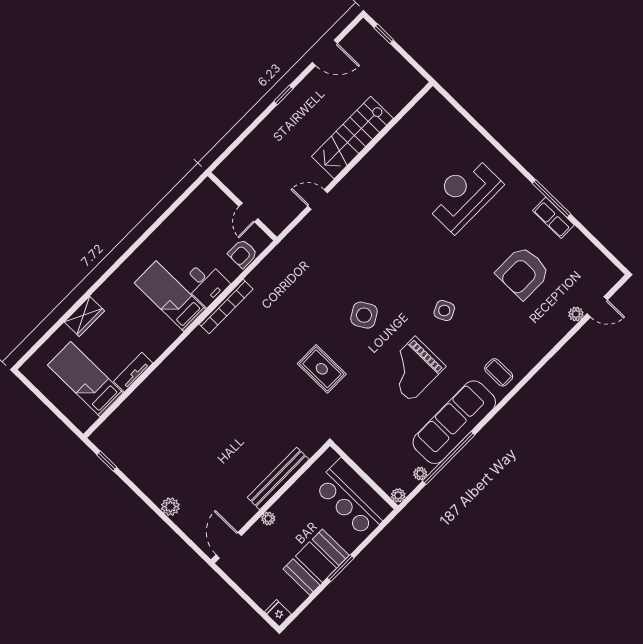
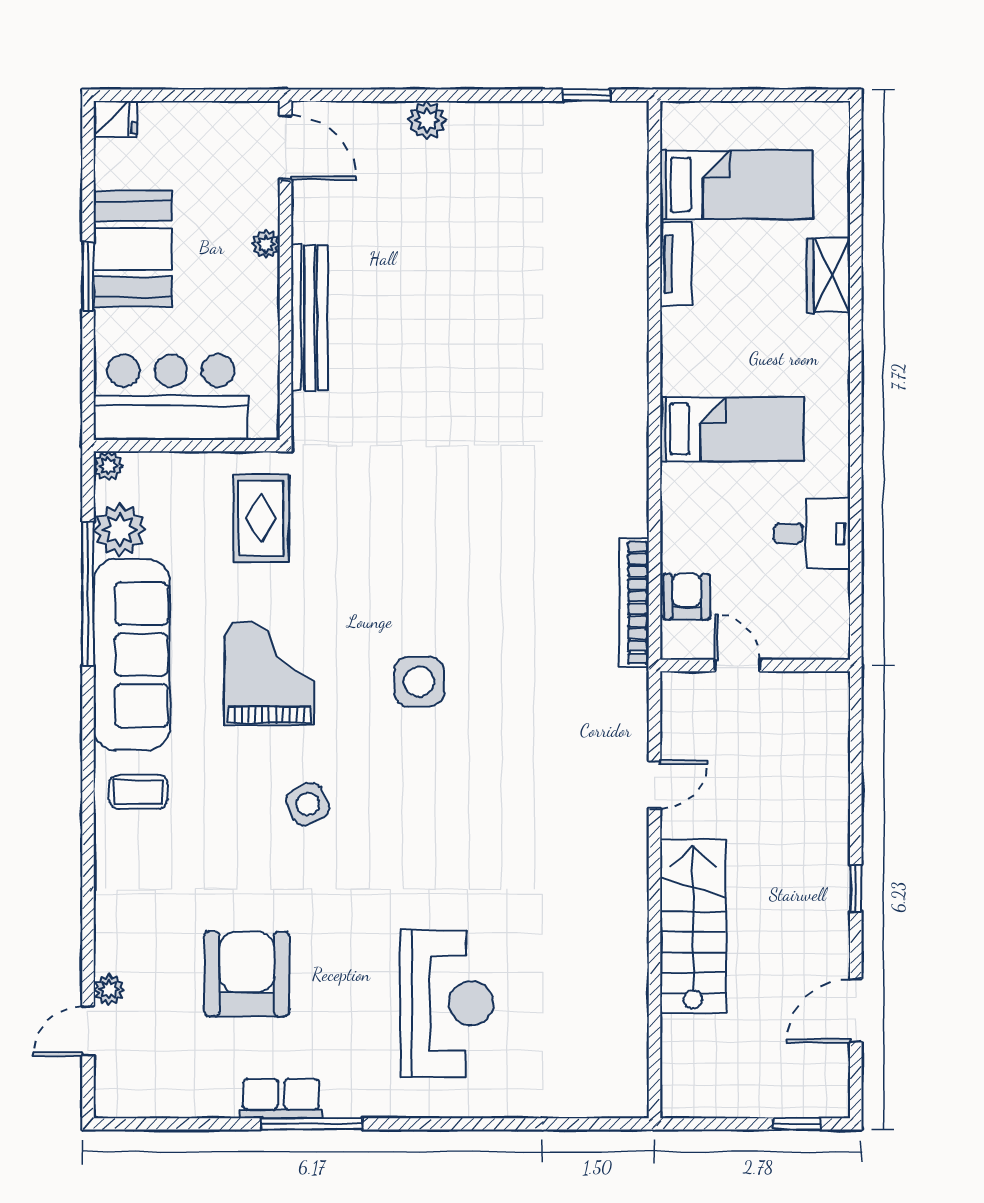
desk: (206, 283) -> (812, 533), moved, turned 180
bookcase: (226, 307) -> (634, 603), moved
side table: (364, 315) -> (419, 682), turned 30
rug: (322, 369) -> (261, 518), moved, turned 90
plant: (420, 474) -> (120, 530), width x1.87, depth x1.87

